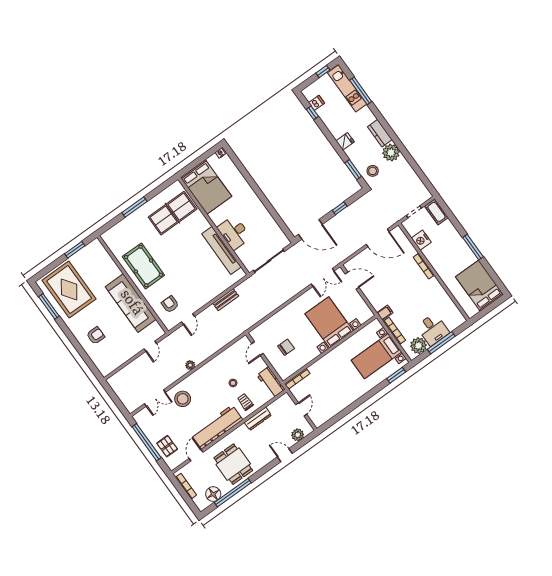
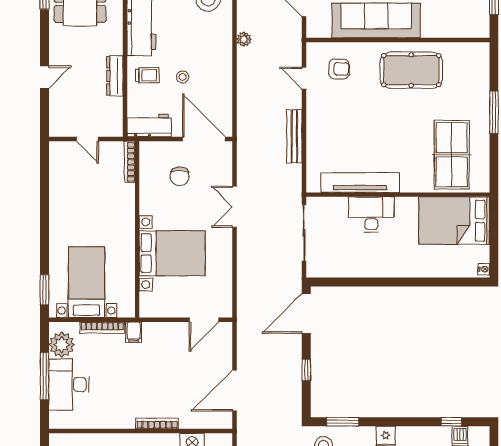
double door: (323, 277) -> (234, 207), moved
bench: (226, 300) -> (294, 136), width x1.36
desk: (433, 329) -> (69, 385), width x1.37
door: (257, 348) -> (204, 139), width x1.87
plant: (298, 435) -> (59, 112), removed

